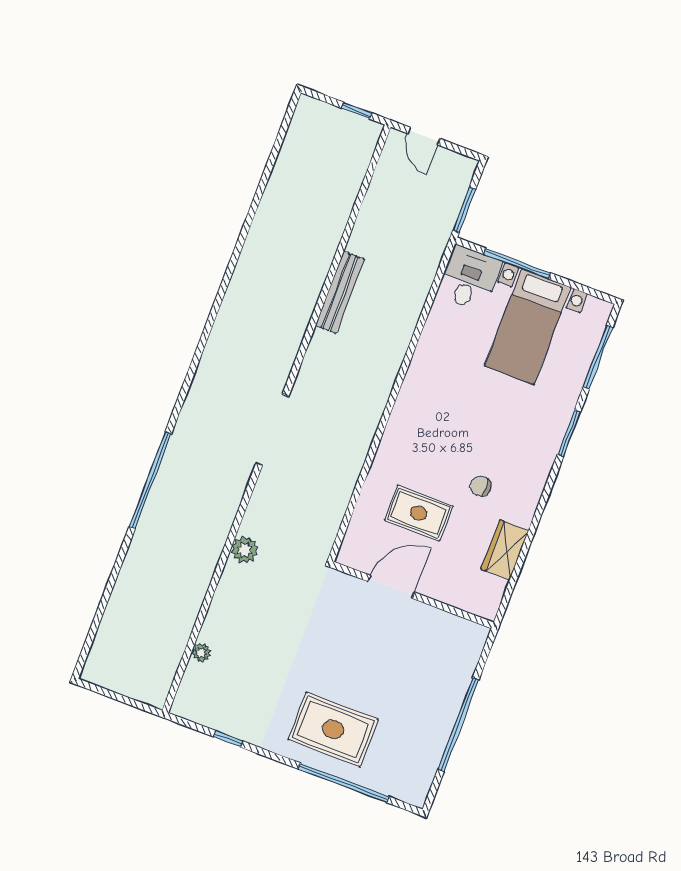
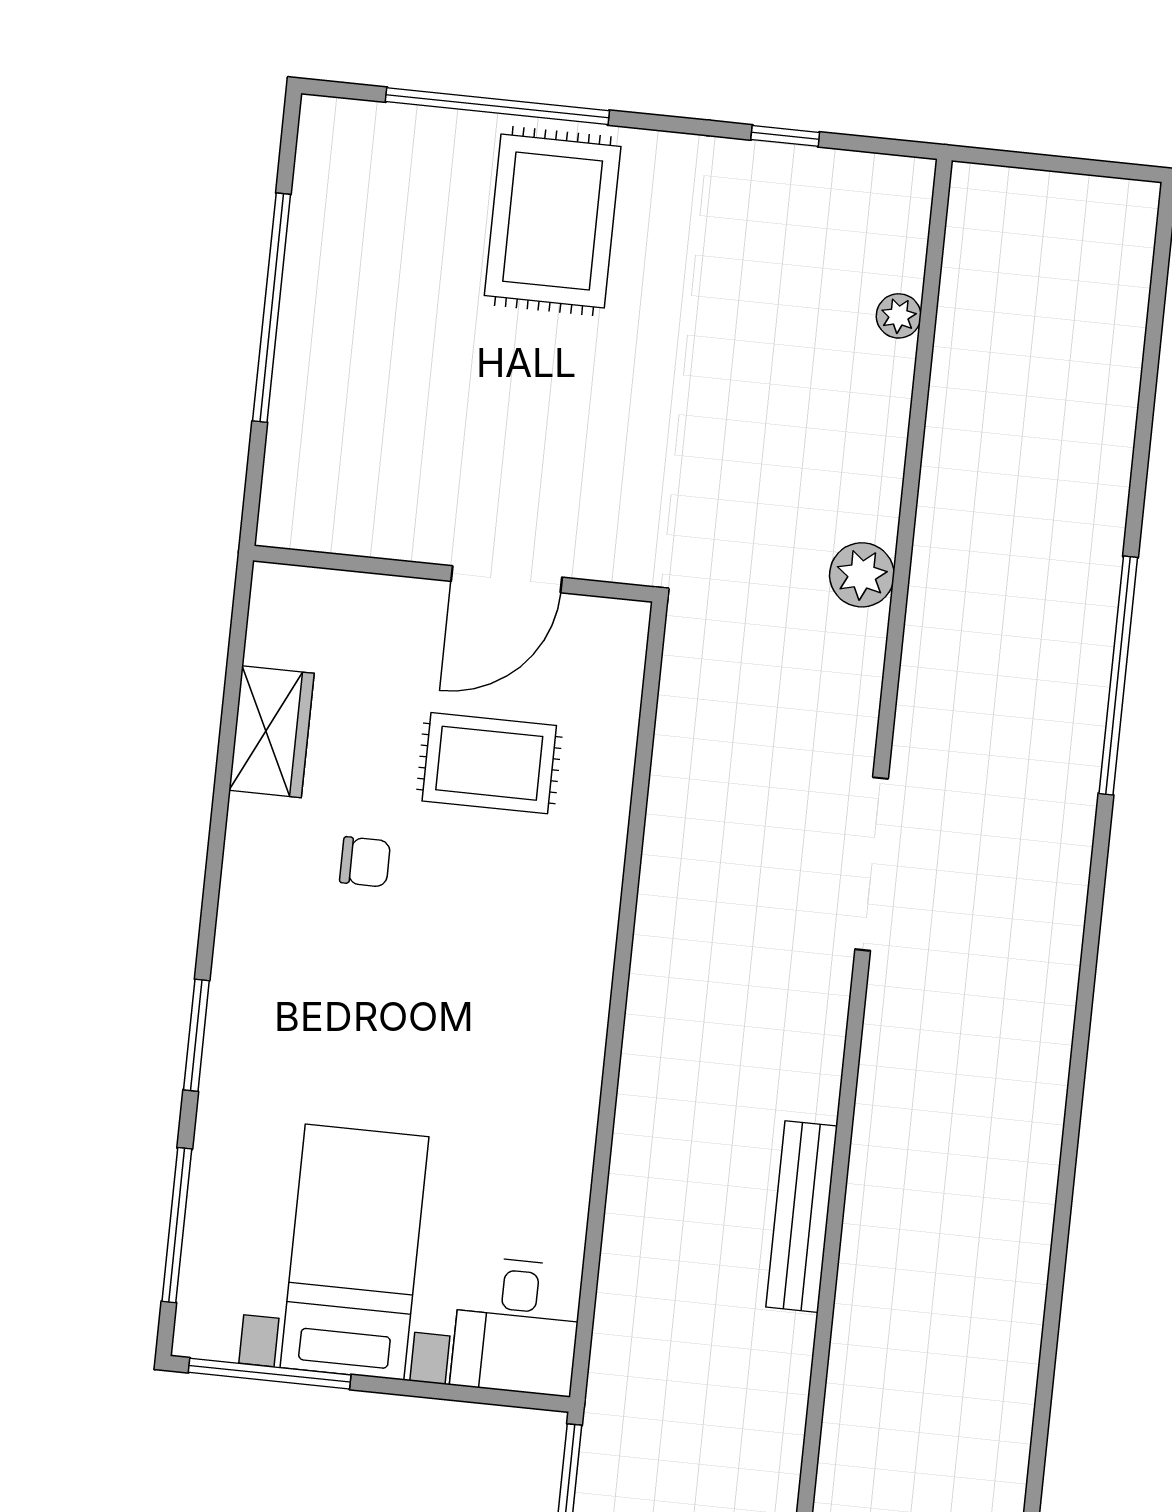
window: (517, 264) -> (270, 1374), moved
rug: (333, 729) -> (553, 221), turned 90

